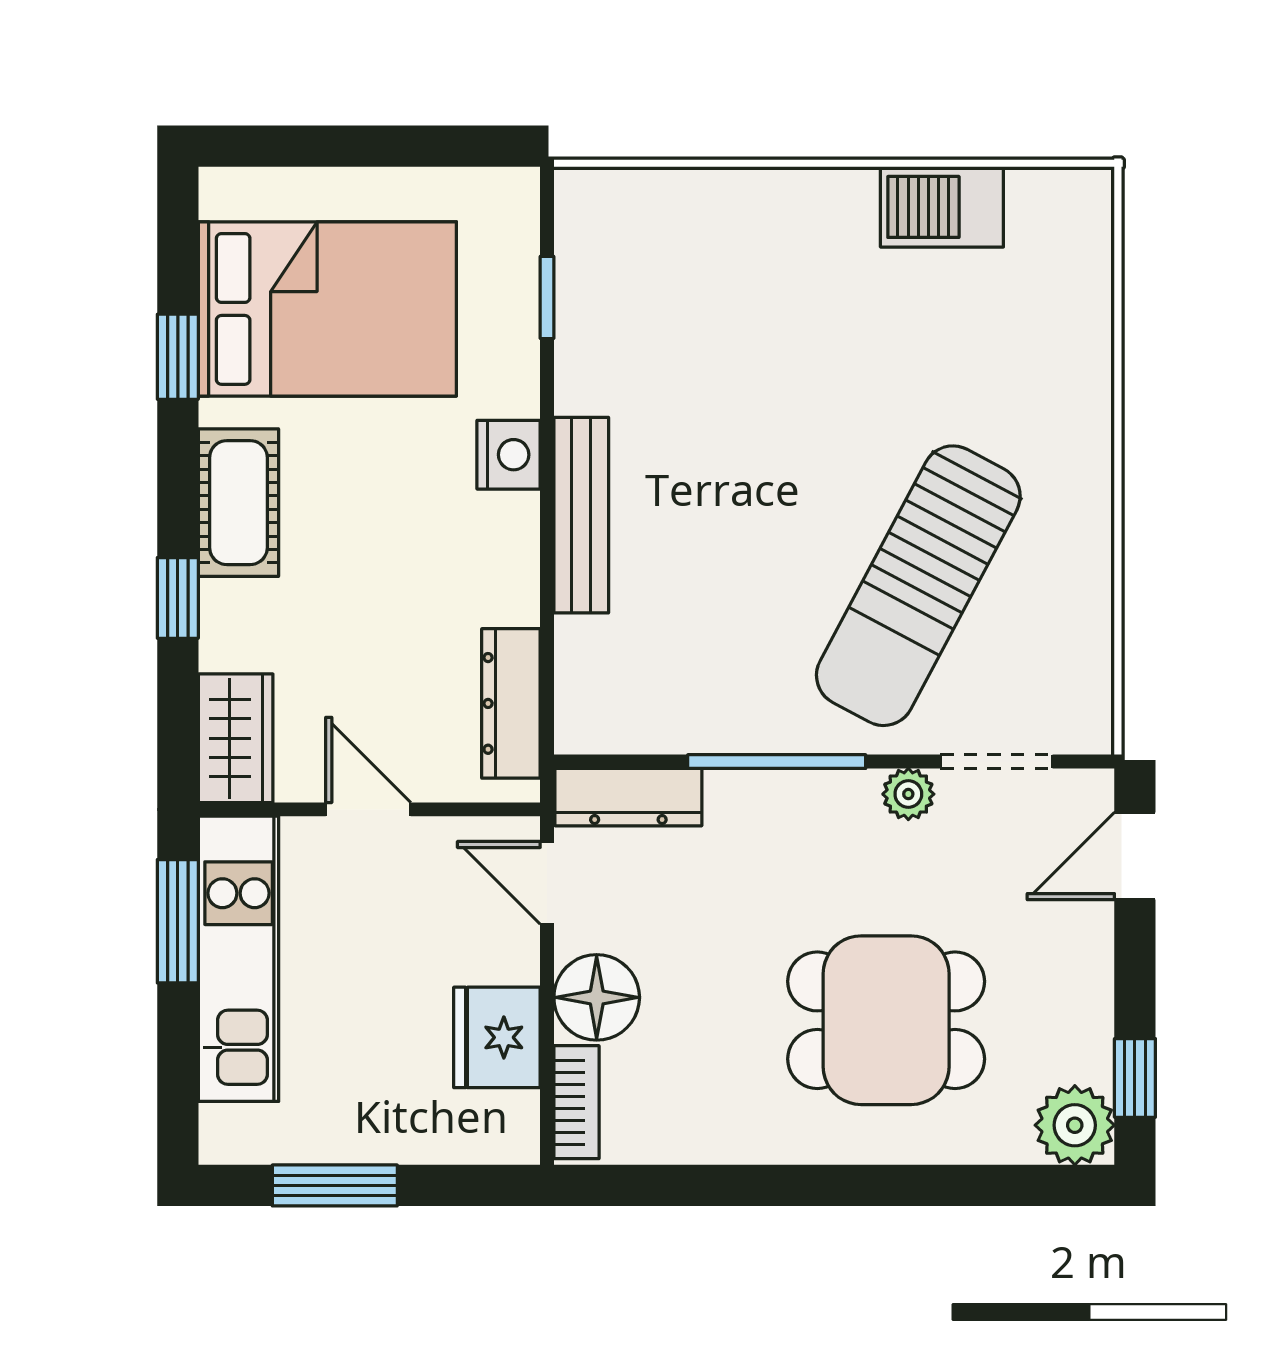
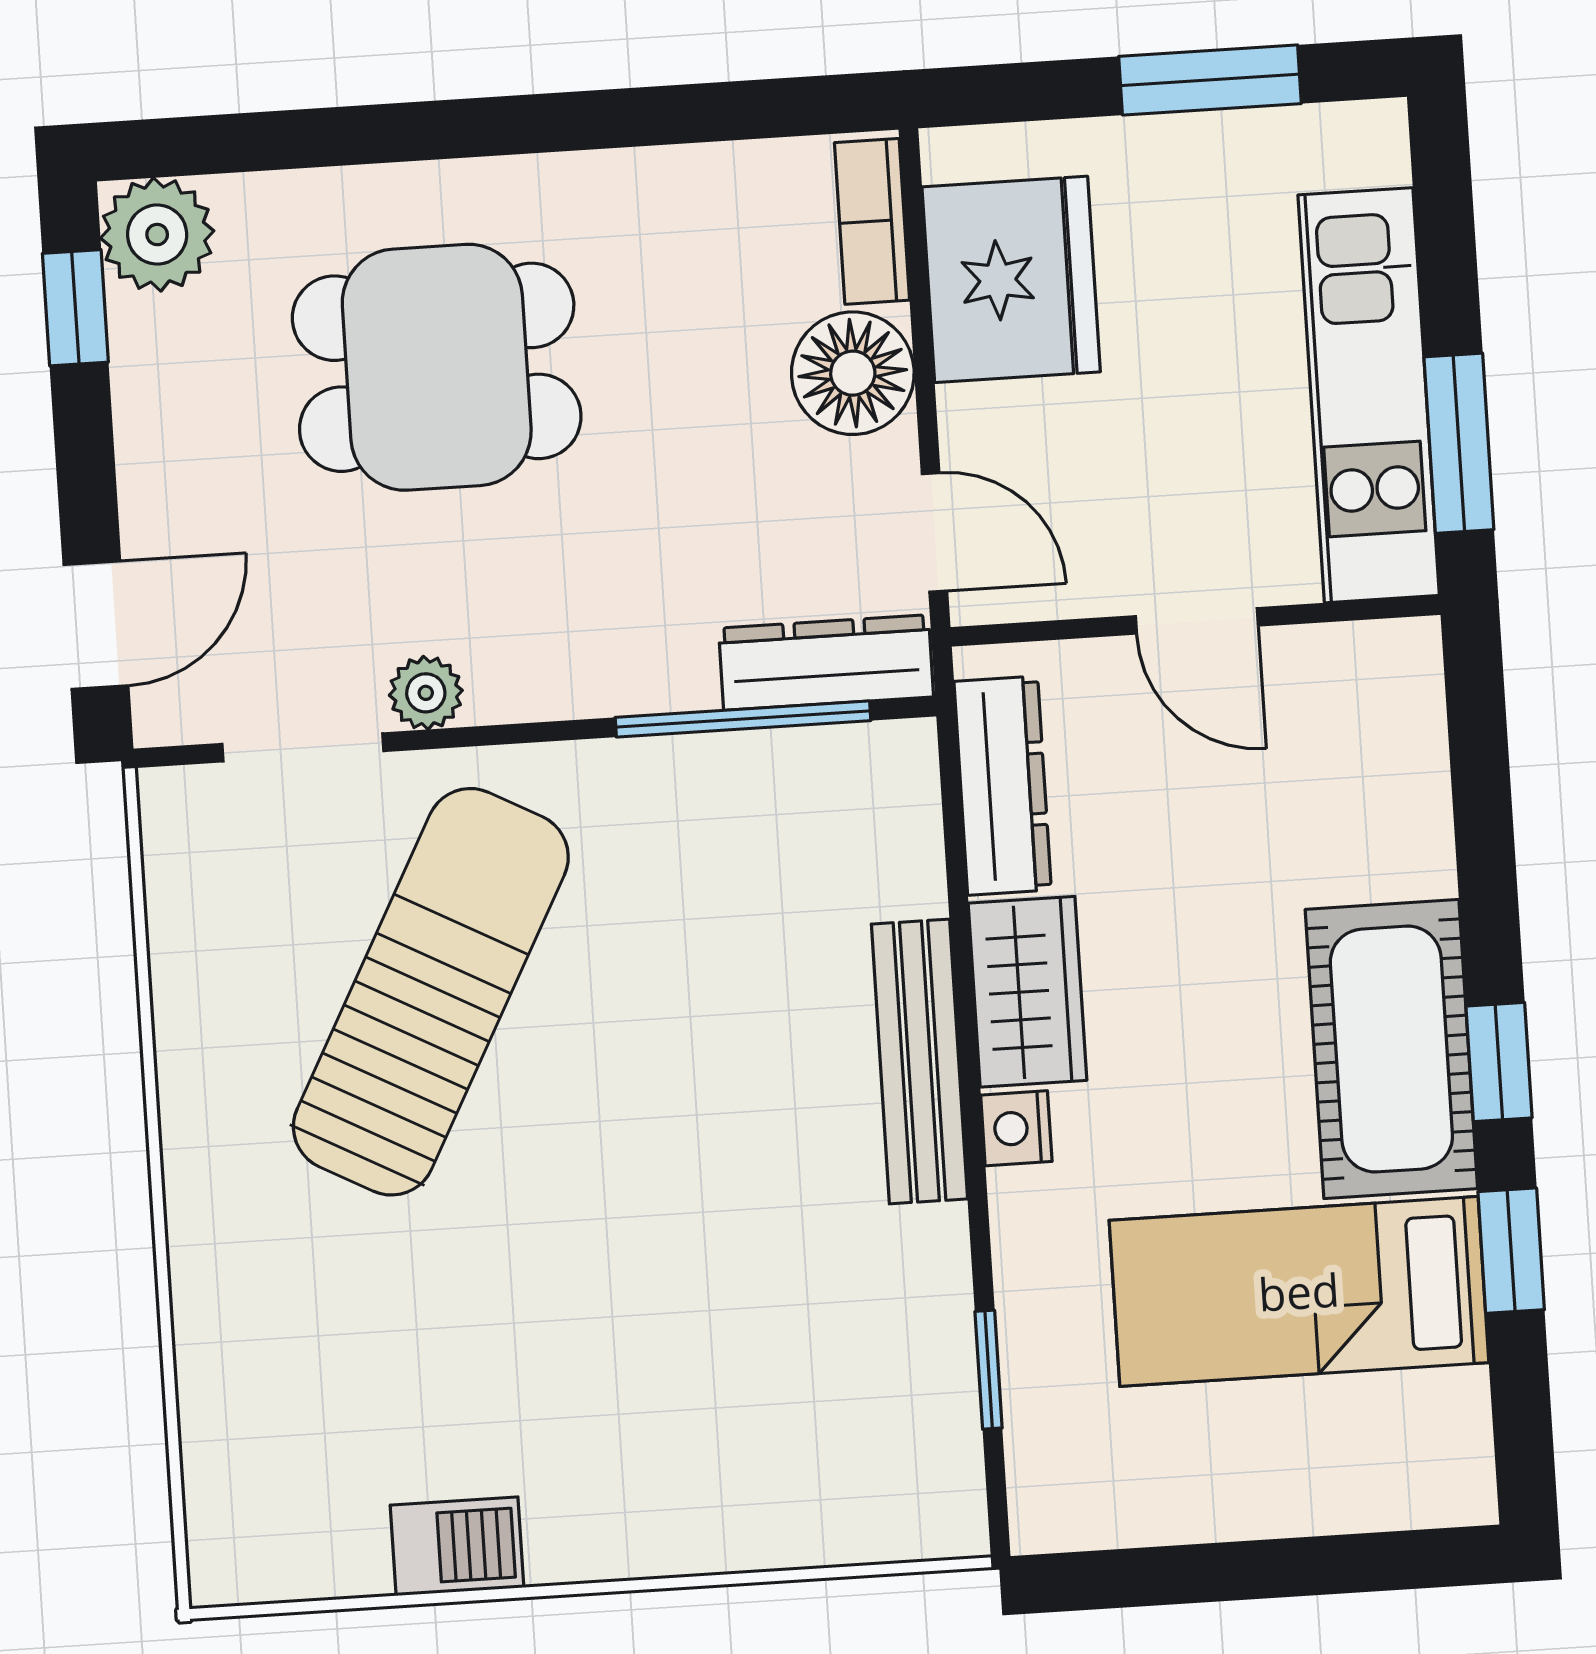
barbecue: (942, 207) -> (457, 1546), width x0.73, depth x0.79
bed: (327, 309) -> (1299, 1291), width x0.67
nightstand: (509, 455) -> (1016, 1128), width x0.72, depth x0.74
cot: (238, 503) -> (1391, 1049), width x1.37, depth x1.34
window: (178, 598) -> (1499, 1062), moved
wardrobe: (236, 738) -> (1028, 992), moved, turned 180
window: (777, 762) -> (743, 719), moved
fridge: (497, 1037) -> (1011, 279), width x1.36, depth x1.34

